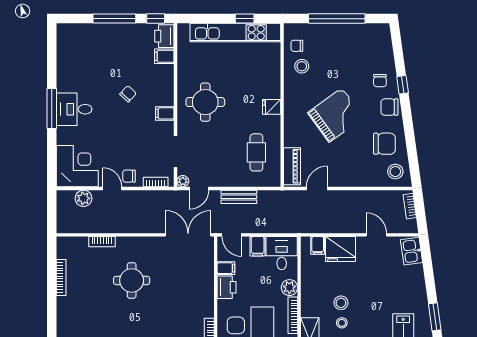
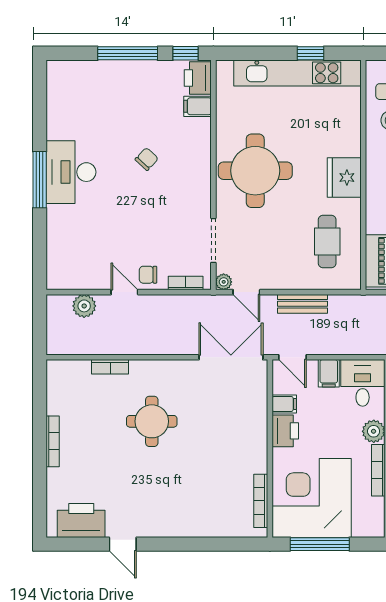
round table: (205, 102) -> (255, 171), width x1.36, depth x1.36
fridge: (272, 107) -> (344, 177), width x1.88, depth x1.34
desk: (74, 109) -> (71, 172), width x1.37
filing cabinet: (165, 113) -> (198, 187), removed
corner desk: (77, 166) -> (75, 261), removed
door: (199, 189) -> (246, 292), hinge flipped
bookcase: (61, 278) -> (53, 441), moved

